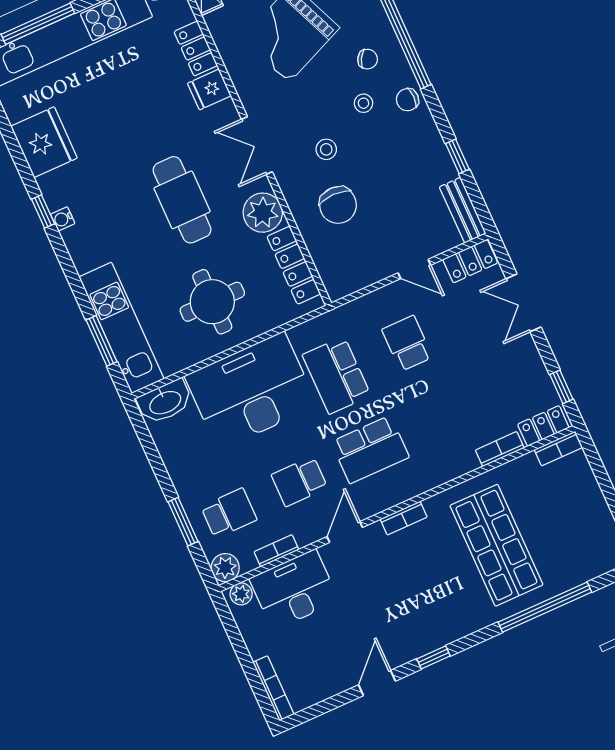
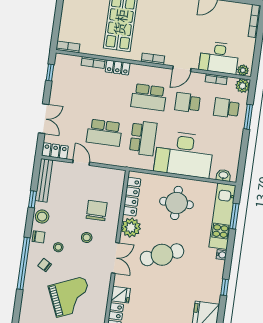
stool: (423, 137) -> (42, 217), added
cafe table: (182, 200) -> (162, 255), turned 68
bench: (463, 210) -> (44, 180), width x1.36
water cooler: (63, 219) -> (222, 255), moved
school desk: (407, 343) -> (104, 133), width x1.85
washbasin: (165, 402) -> (223, 175), width x0.52, depth x0.69
locker: (543, 426) -> (118, 67), moved
school desk: (370, 449) -> (149, 97), turned 180
school desk: (299, 481) -> (188, 103), turned 180

